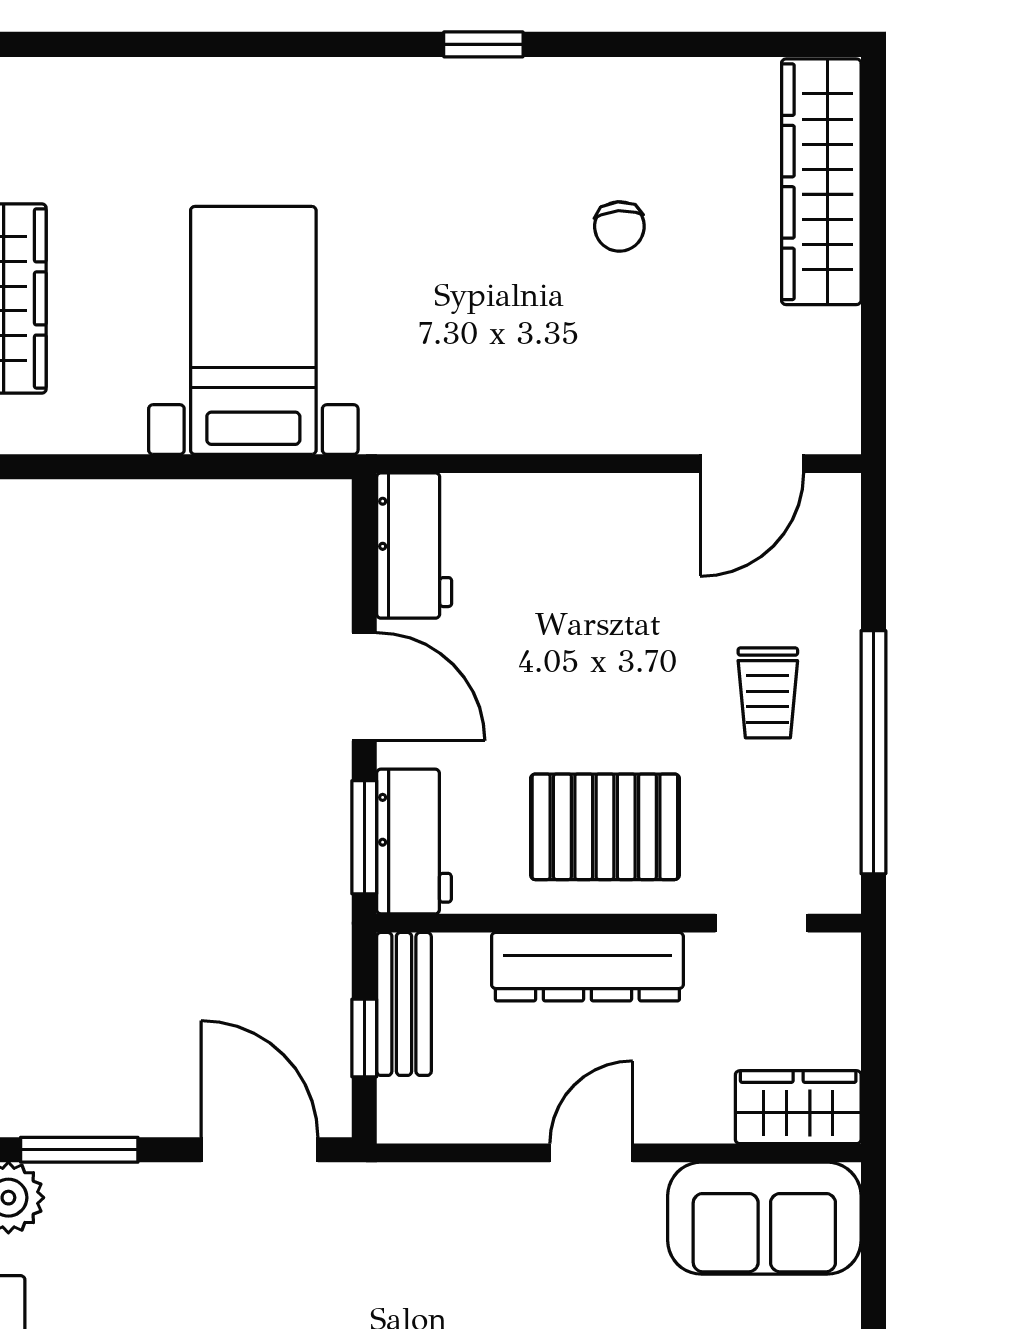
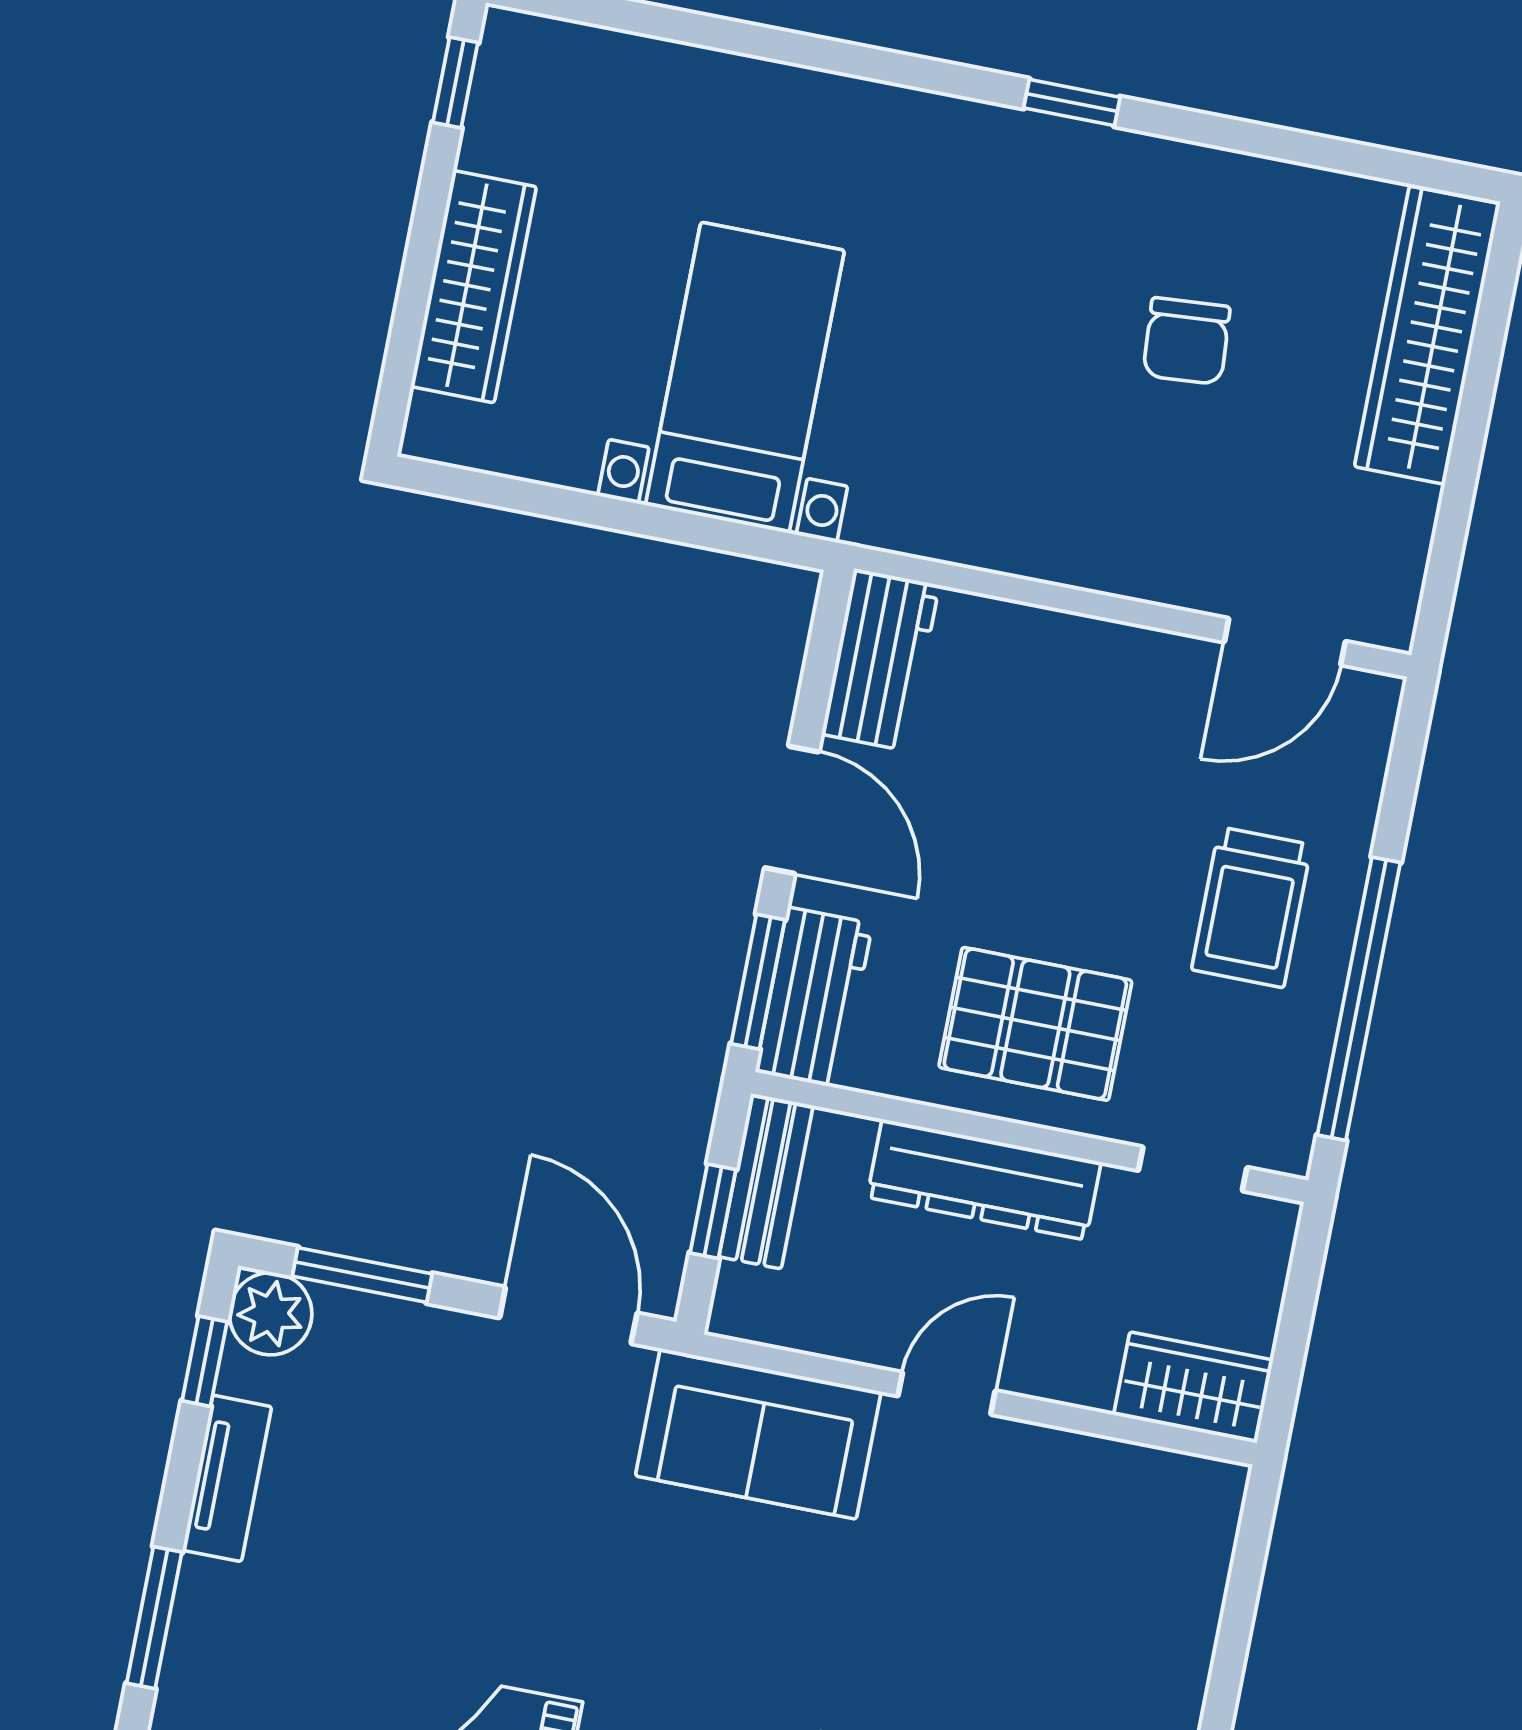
chair: (619, 226) -> (1186, 341), width x1.37, depth x1.37
trolley: (768, 693) -> (1252, 907), width x1.36, depth x1.39
sofa: (764, 1218) -> (758, 1434), moved

